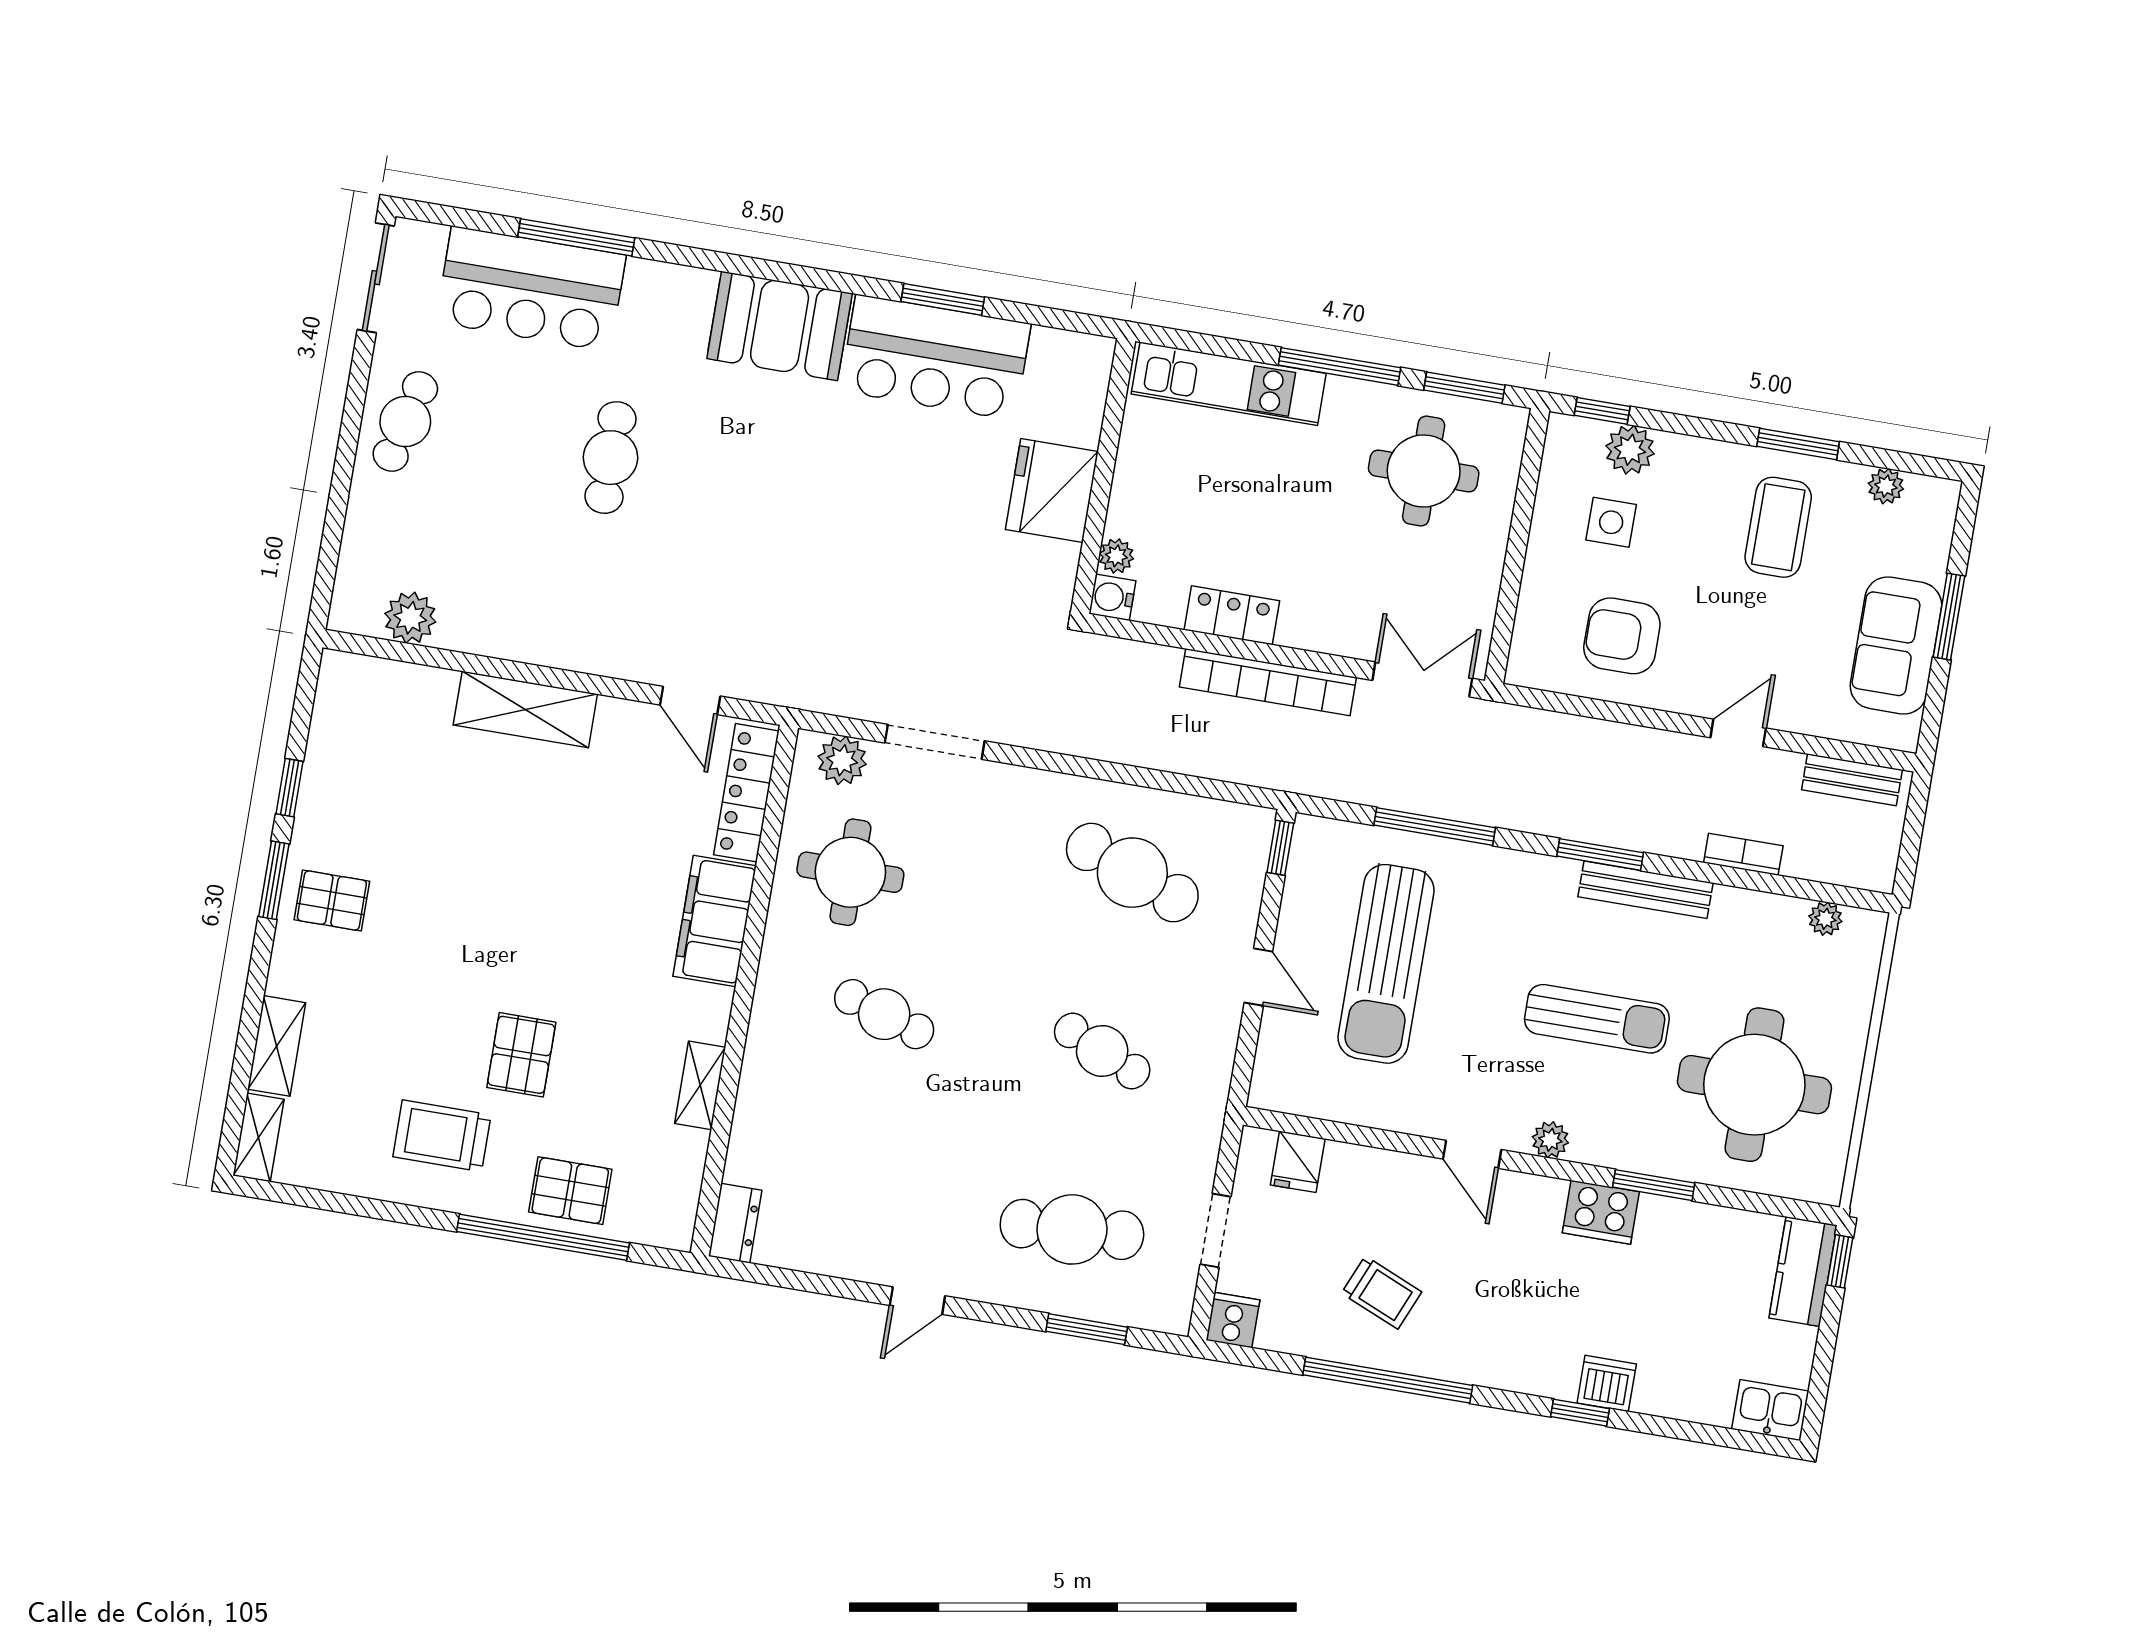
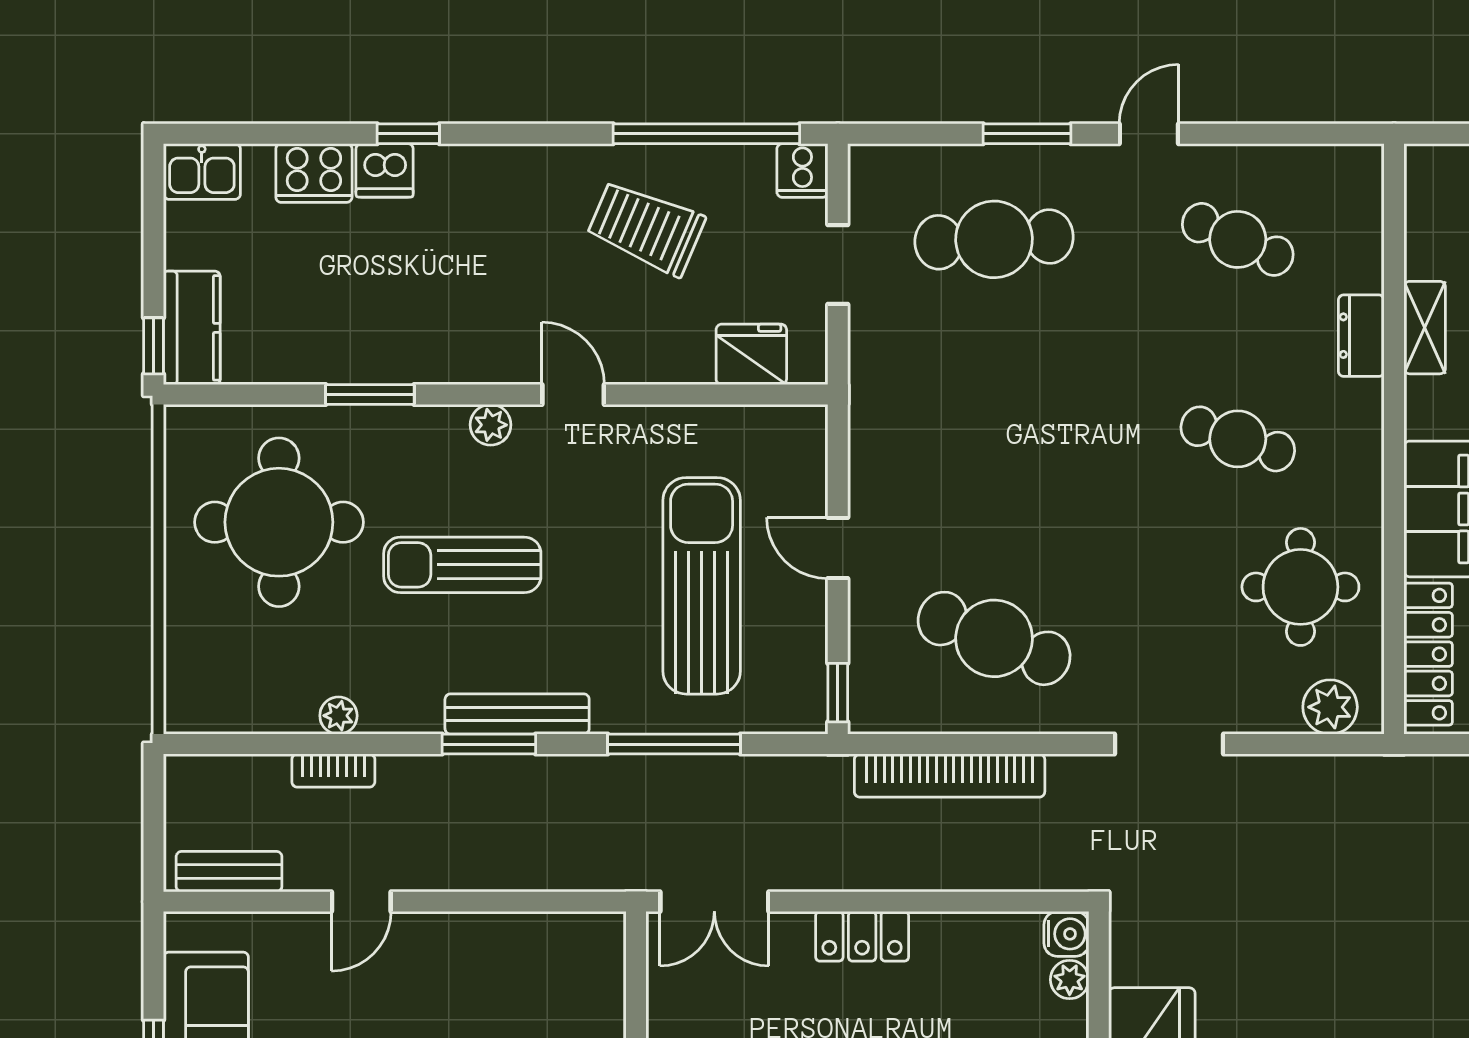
locker: (1232, 615) -> (862, 936), moved
armchair: (1622, 636) -> (505, 986), removed
bookcase: (1268, 682) -> (950, 776), moved, turned 180
doorway: (935, 742) -> (1169, 744), moved
bench: (1645, 890) -> (517, 714), moved
plant: (1825, 919) -> (338, 716), moved
cafe table: (1102, 1051) -> (1238, 239), moved
fridge: (1298, 1162) -> (751, 354), width x1.38
cooker: (1601, 1212) -> (314, 173), moved, turned 180
dresser: (735, 1223) -> (1361, 336), moved
trolley: (1382, 1293) -> (646, 228), width x1.36, depth x1.39
window: (1087, 1329) -> (1027, 134), moved
window: (1388, 1380) -> (706, 134), moved

